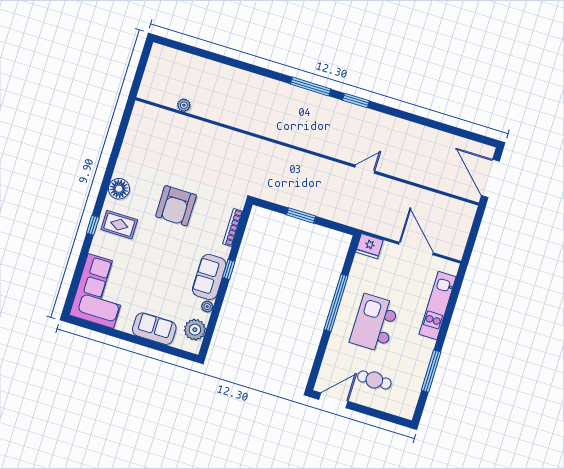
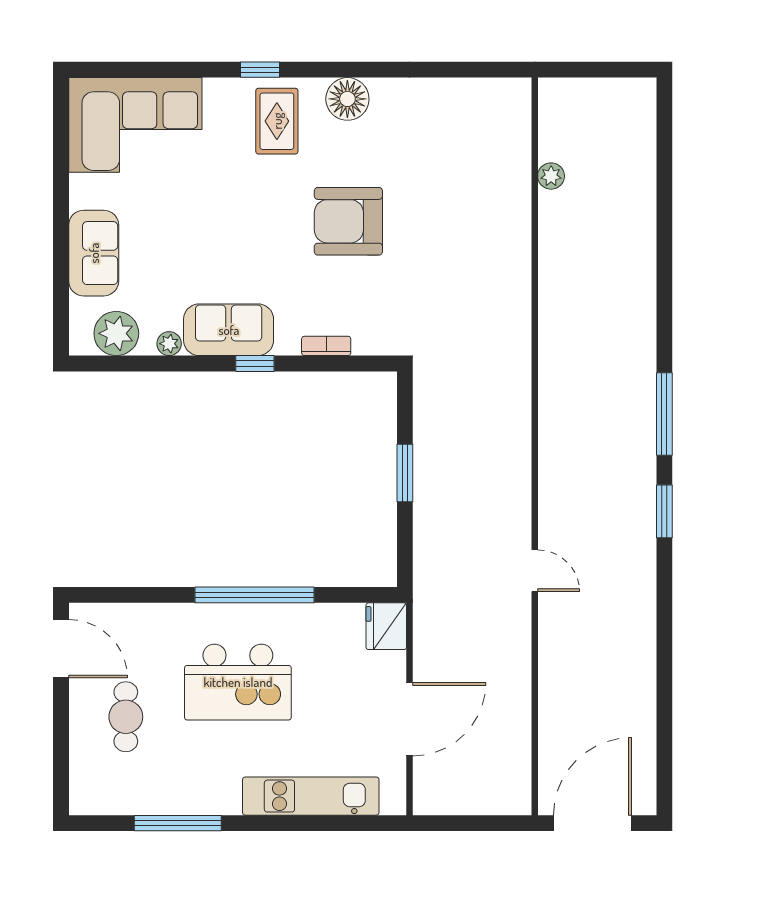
bookcase: (233, 227) -> (326, 346), width x0.64
kitchen island: (374, 323) -> (238, 682), turned 180

